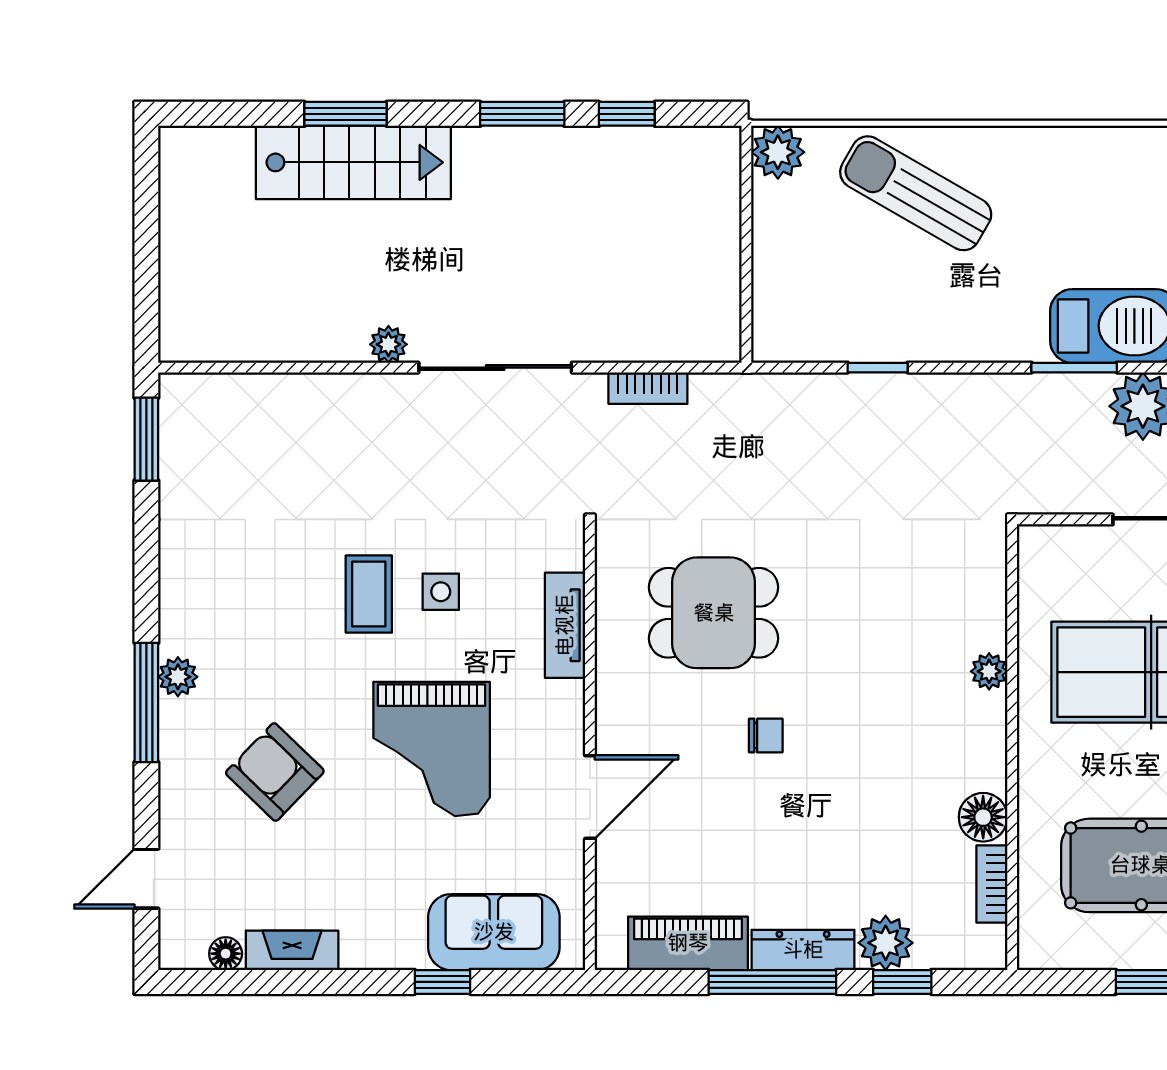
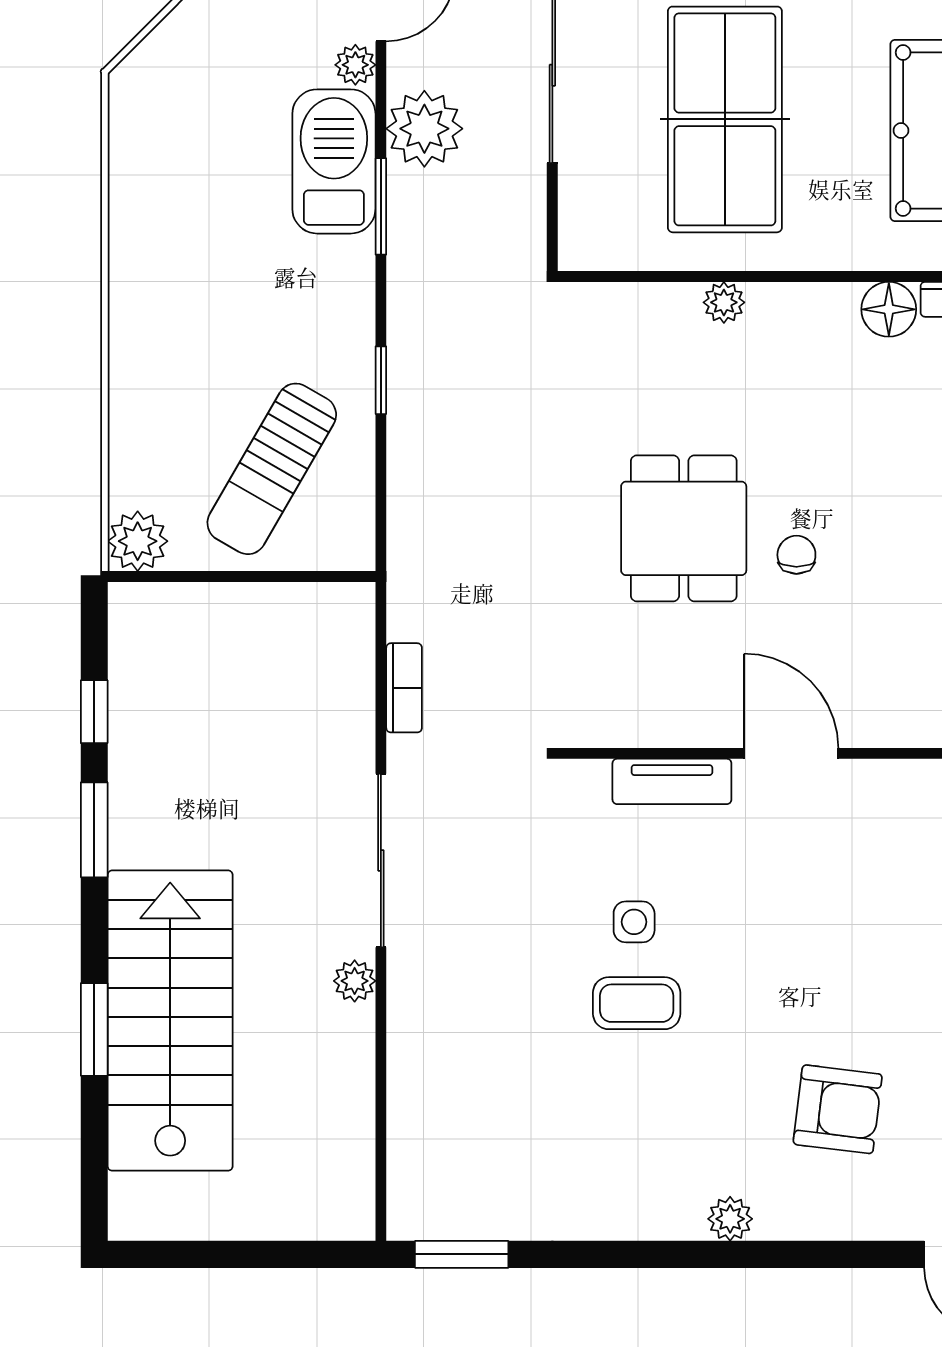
stairs: (353, 162) -> (170, 1021), width x1.36, depth x1.51
sun lounger: (916, 193) -> (272, 469), moved
window: (878, 368) -> (381, 380), moved
dining table: (714, 613) -> (684, 528), moved
window: (146, 703) -> (759, 1254), removed
grand piano: (432, 749) -> (812, 932), removed
armchair: (275, 772) -> (838, 1109), turned -127
door: (590, 797) -> (791, 753), moved

